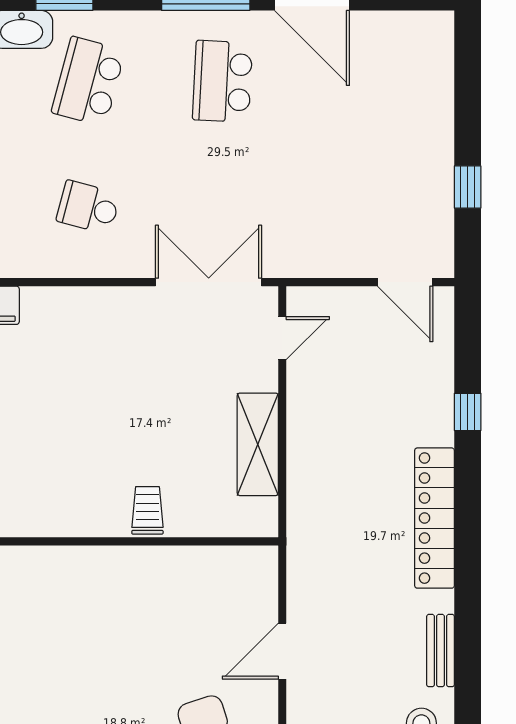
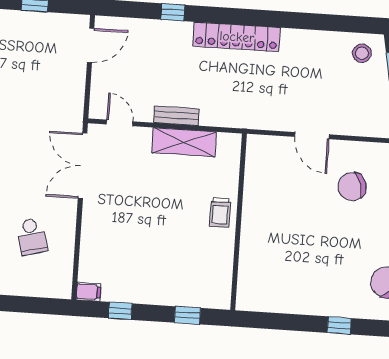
school desk: (88, 207) -> (32, 237), turned -30
trolley: (147, 510) -> (220, 213), turned -90
bench: (440, 651) -> (176, 116), moved

